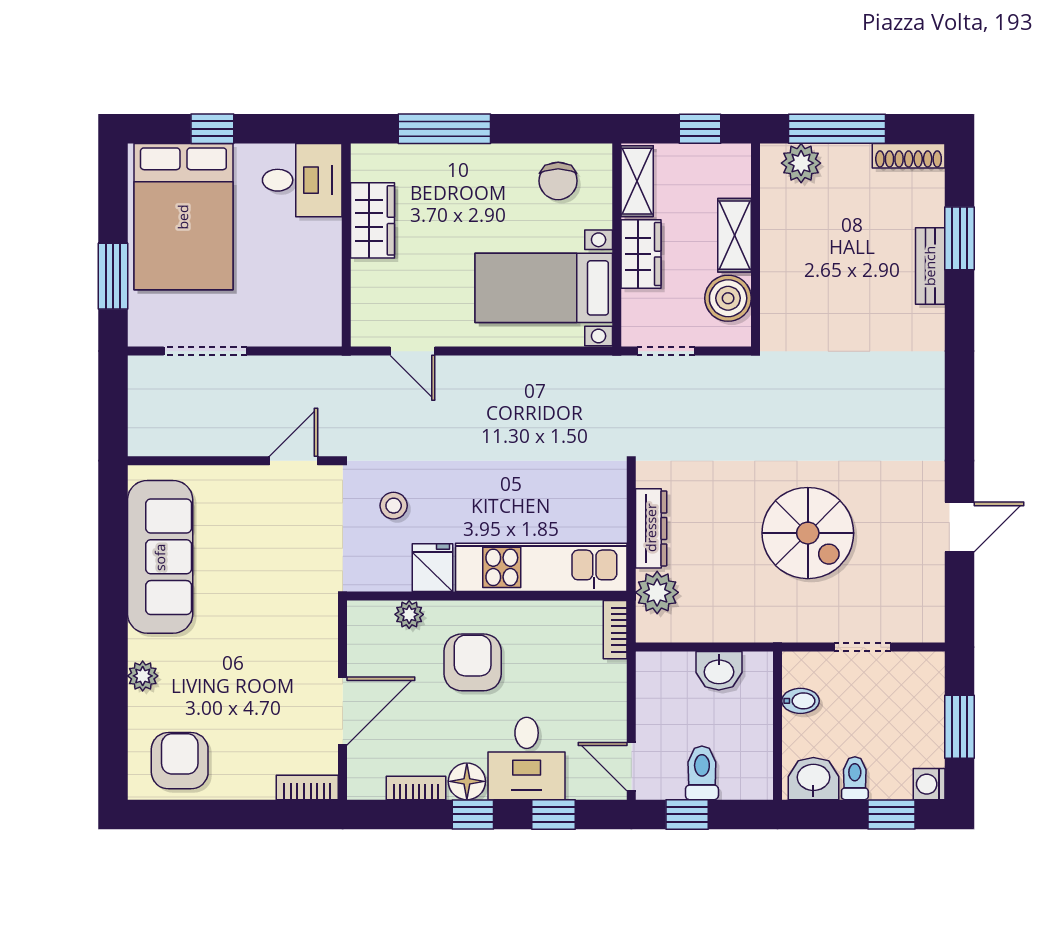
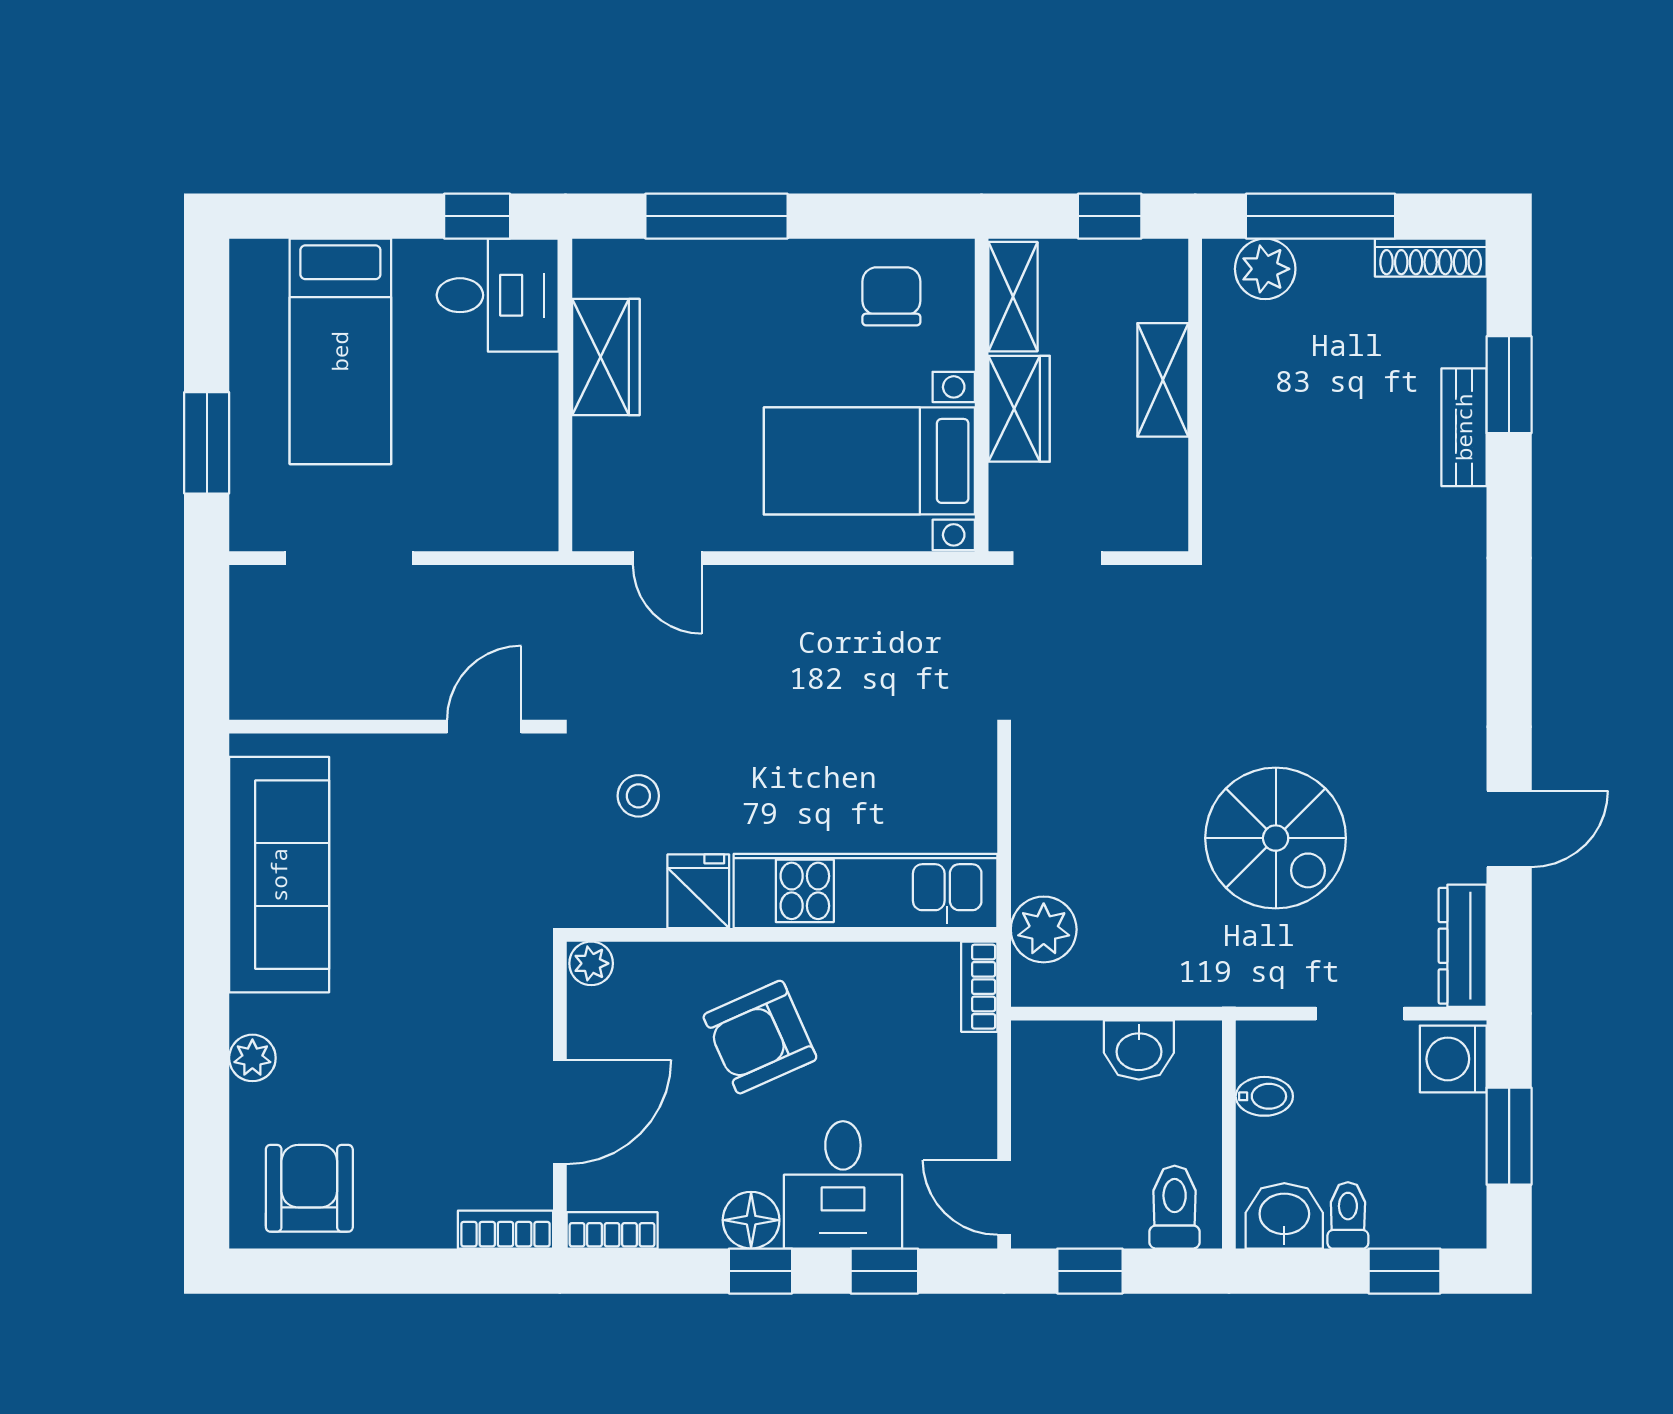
window: (212, 129) -> (477, 216), moved
chair: (558, 181) -> (891, 296), turned 180
bed: (183, 217) -> (340, 351), width x0.67
boiler: (728, 298) -> (1153, 477), removed
dresser: (651, 528) -> (1463, 946), moved, turned 180
plant: (409, 614) -> (591, 963), moved
armchair: (473, 662) -> (760, 1037), turned -114
toilet: (702, 773) -> (1175, 1207), moved
washing machine: (929, 784) -> (1453, 1059), moved, width x1.38, depth x1.38
bookcase: (416, 788) -> (612, 1230), moved

